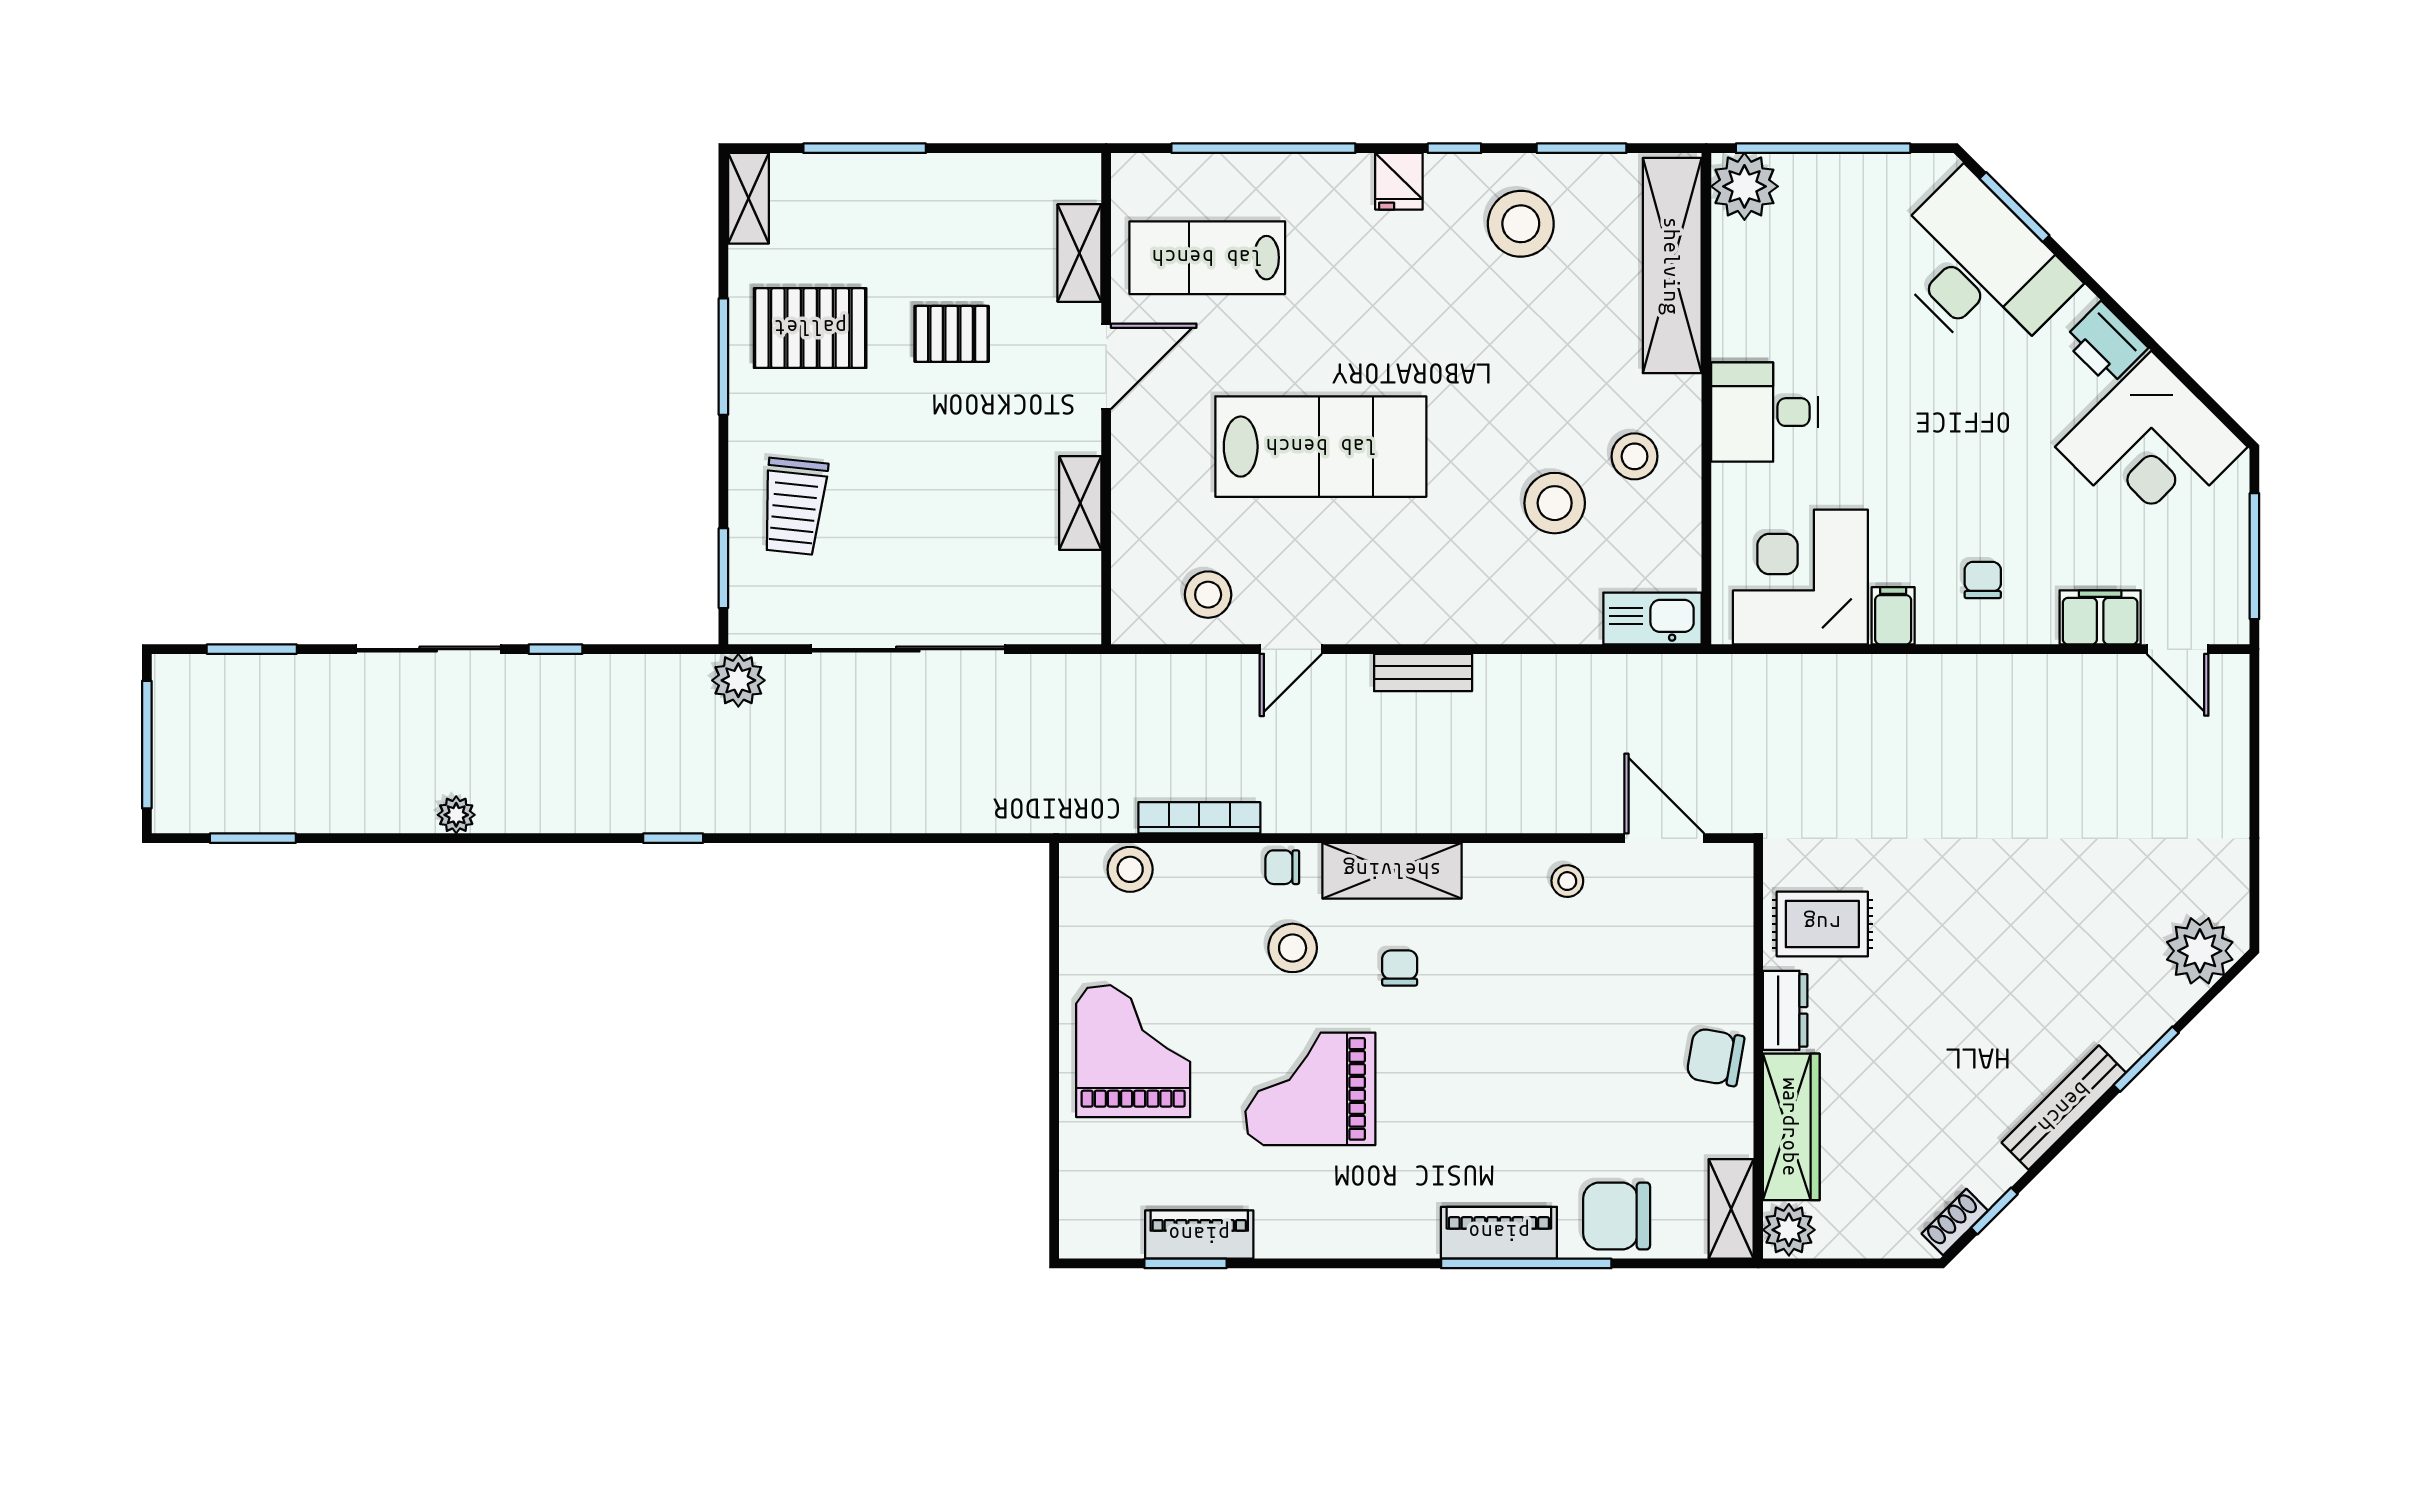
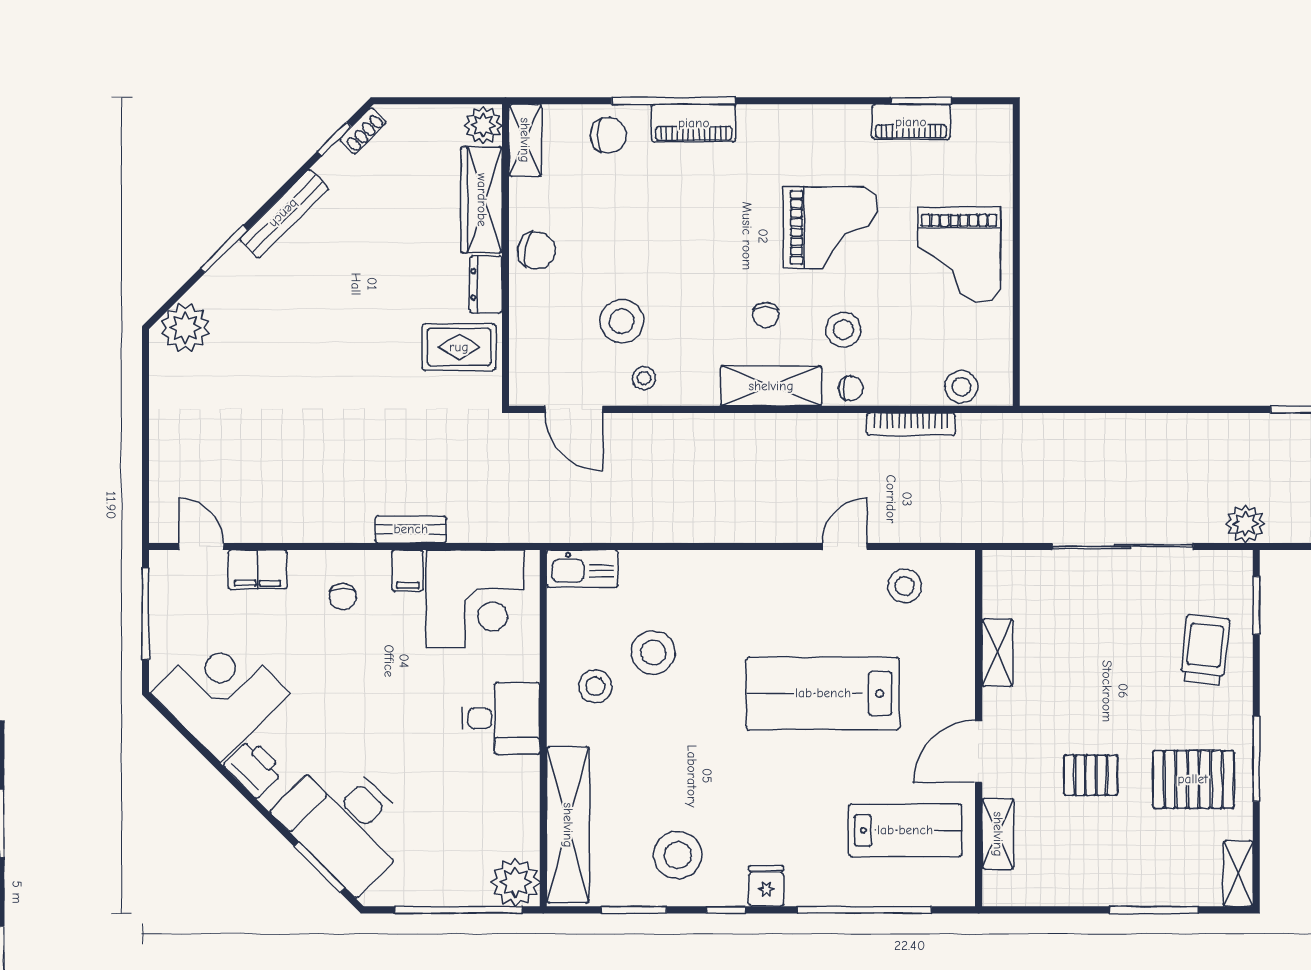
bench: (1423, 673) -> (411, 529), moved
stool: (1598, 960) -> (622, 321), added
chair: (1617, 1216) -> (608, 135), width x0.73, depth x0.73

